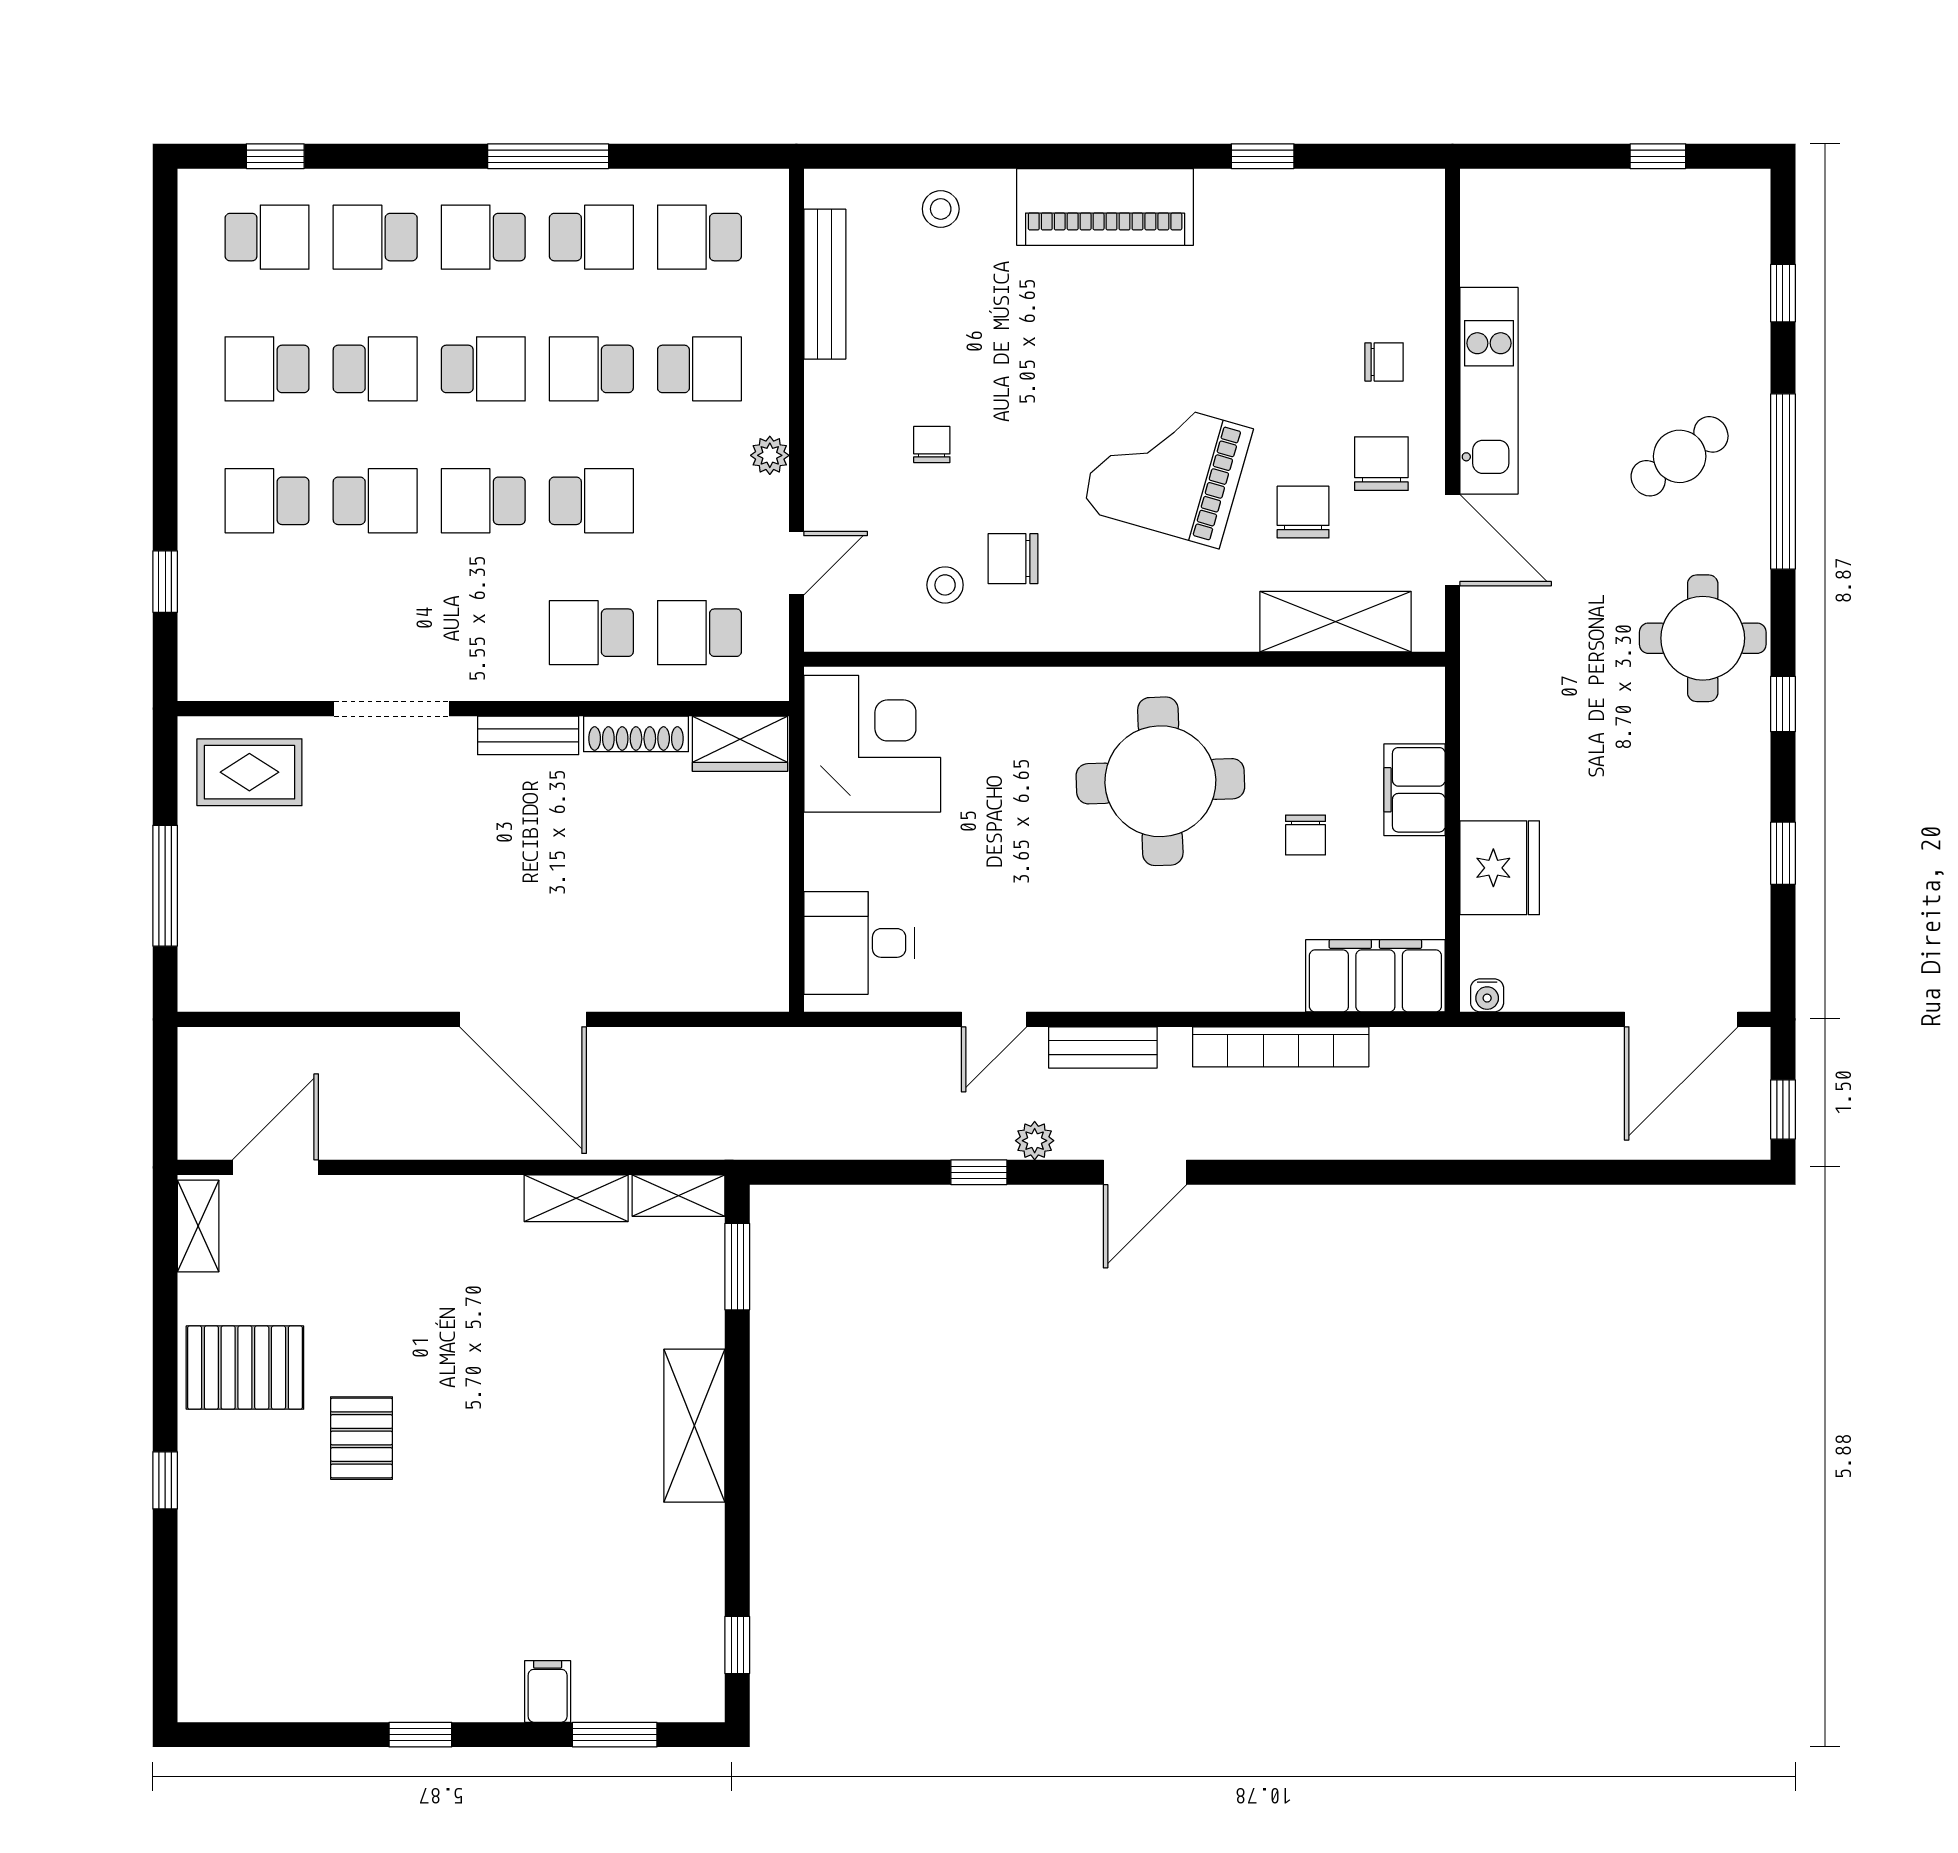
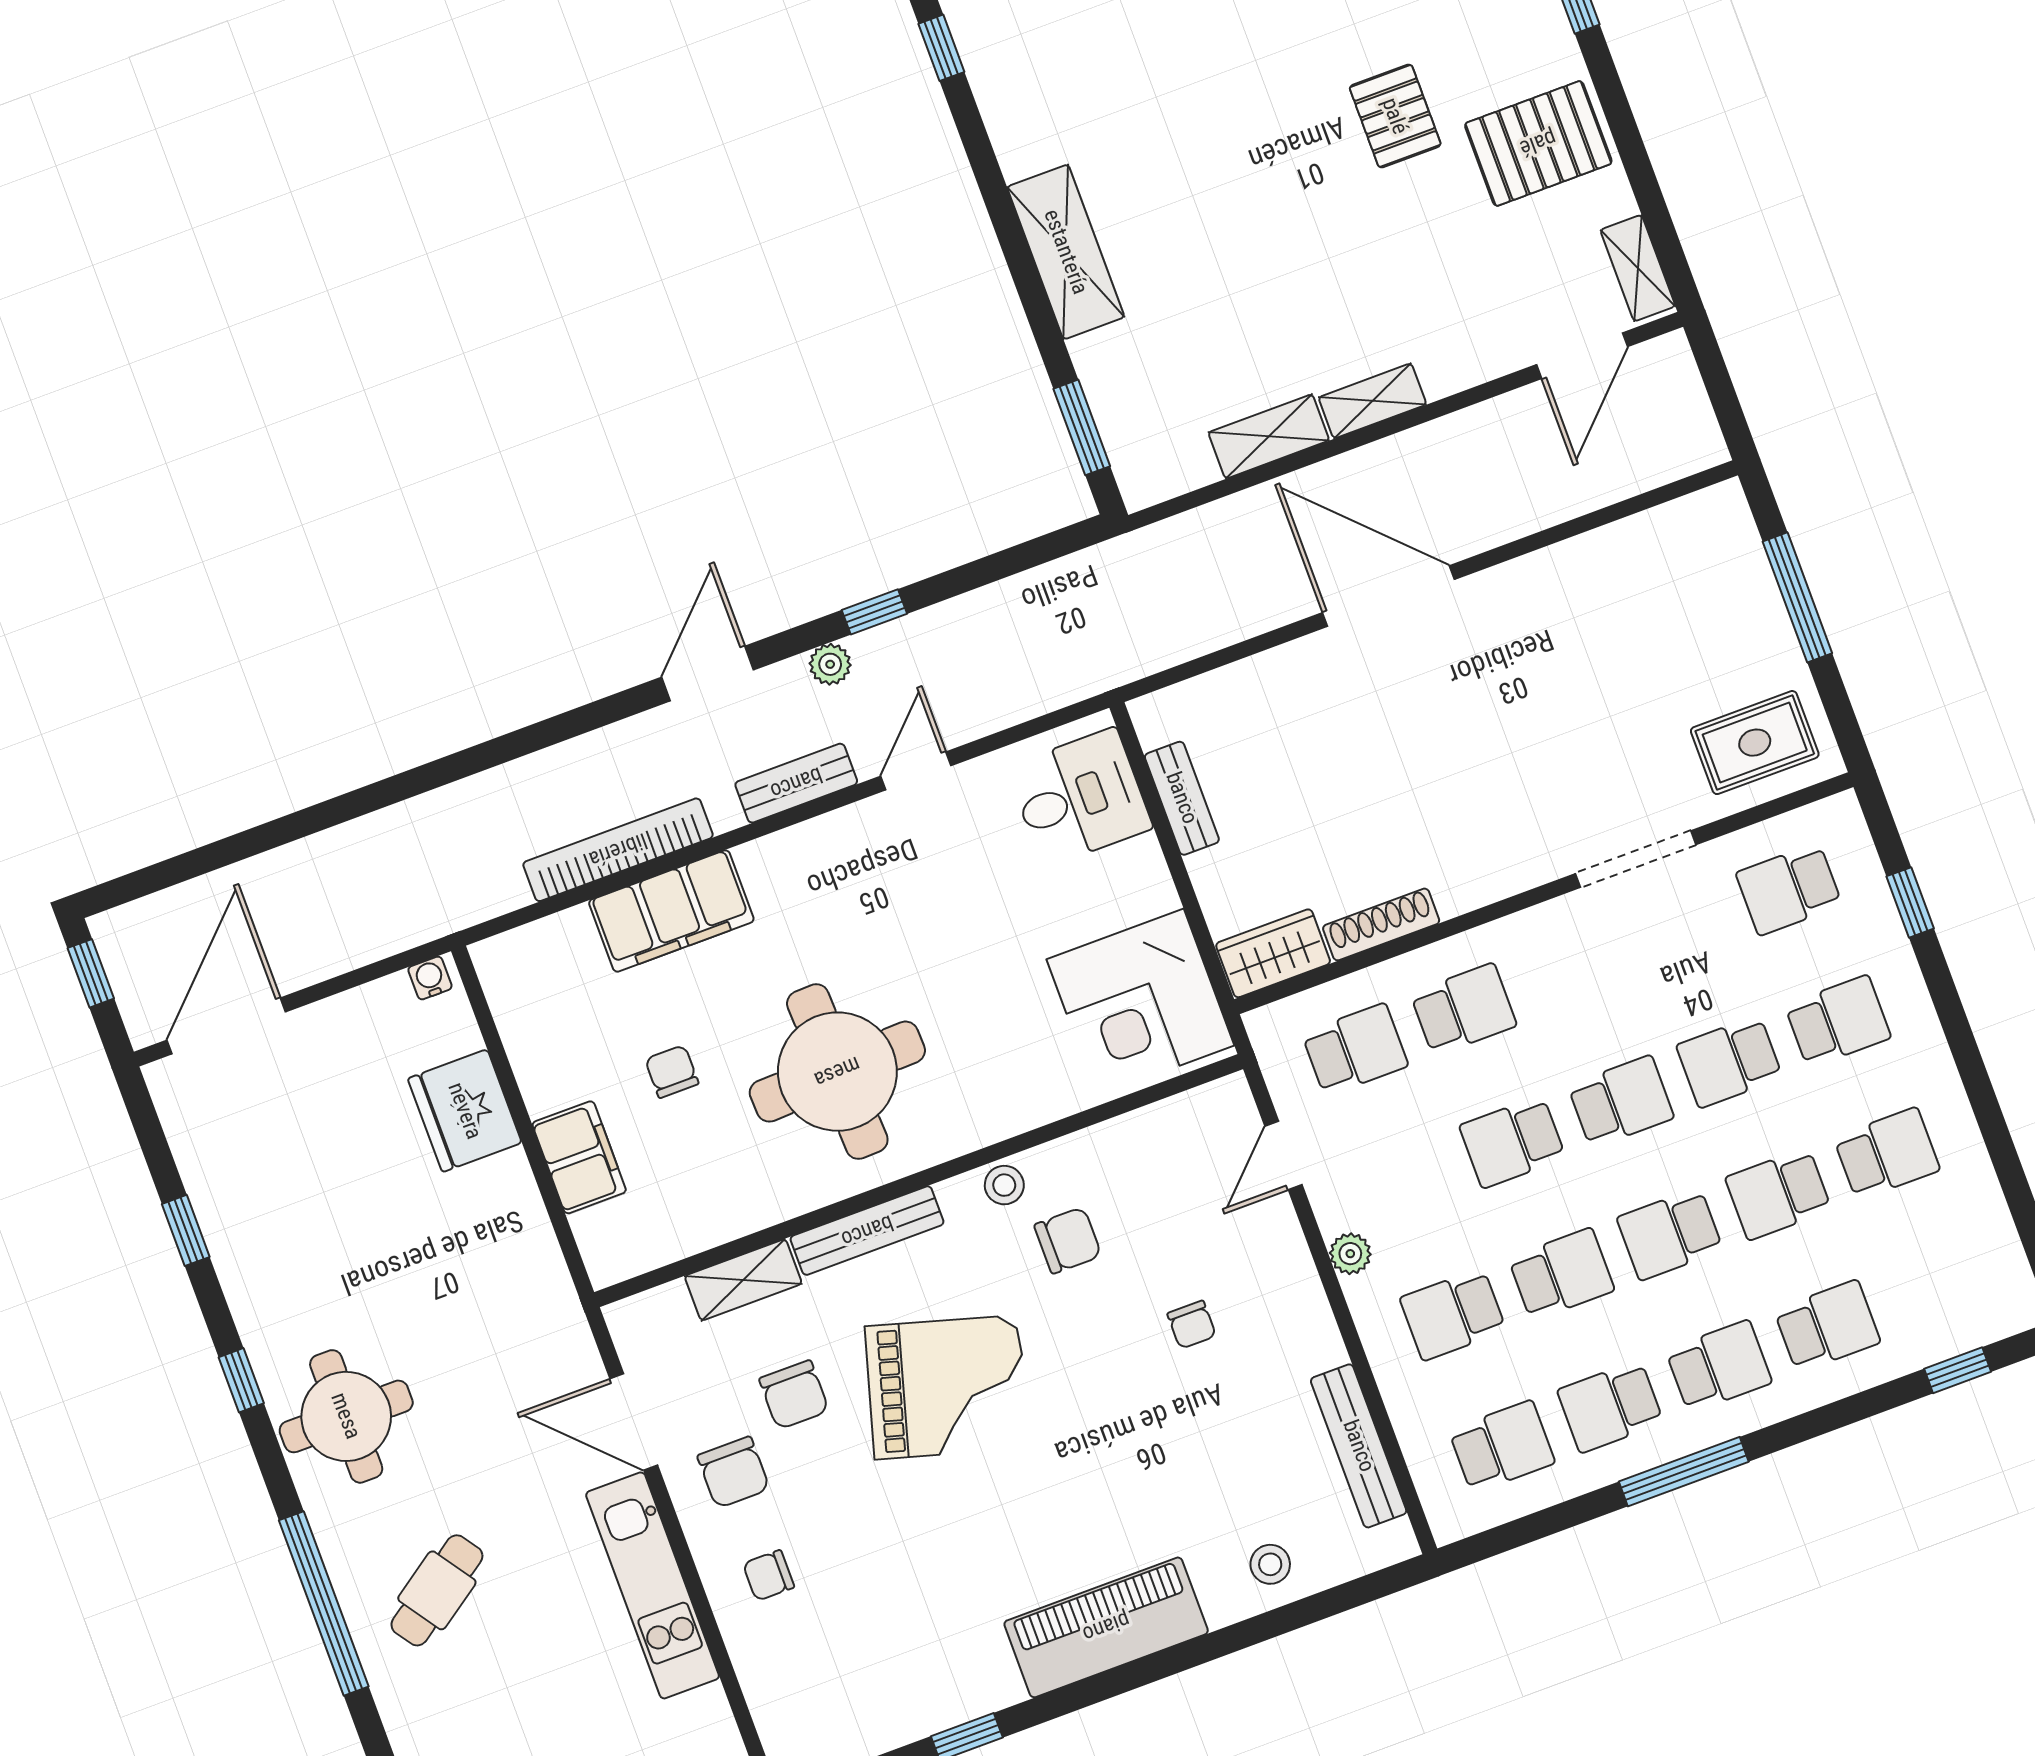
school desk: (267, 237) -> (1789, 889), moved
stool: (945, 585) -> (1004, 1185), moved
shelving: (1336, 622) -> (743, 1280), width x0.67, depth x0.75
bench: (1186, 632) -> (867, 1231), added
bench: (528, 735) -> (1182, 798), moved, turned 90
filing cabinet: (1375, 976) -> (671, 911), moved
shelving: (679, 1196) -> (1372, 401), moved

